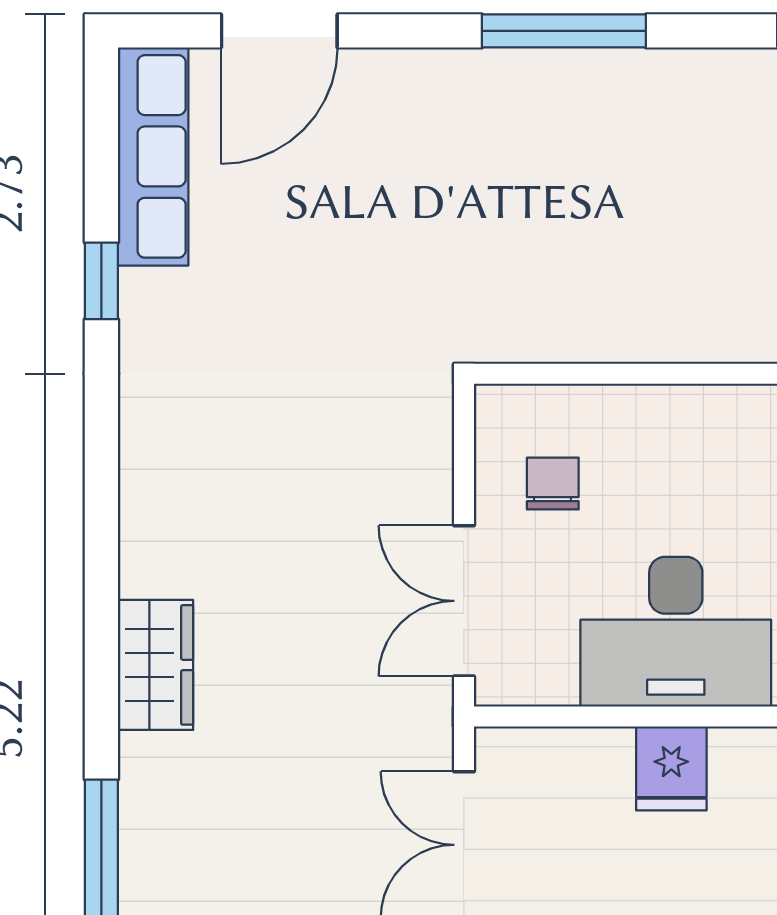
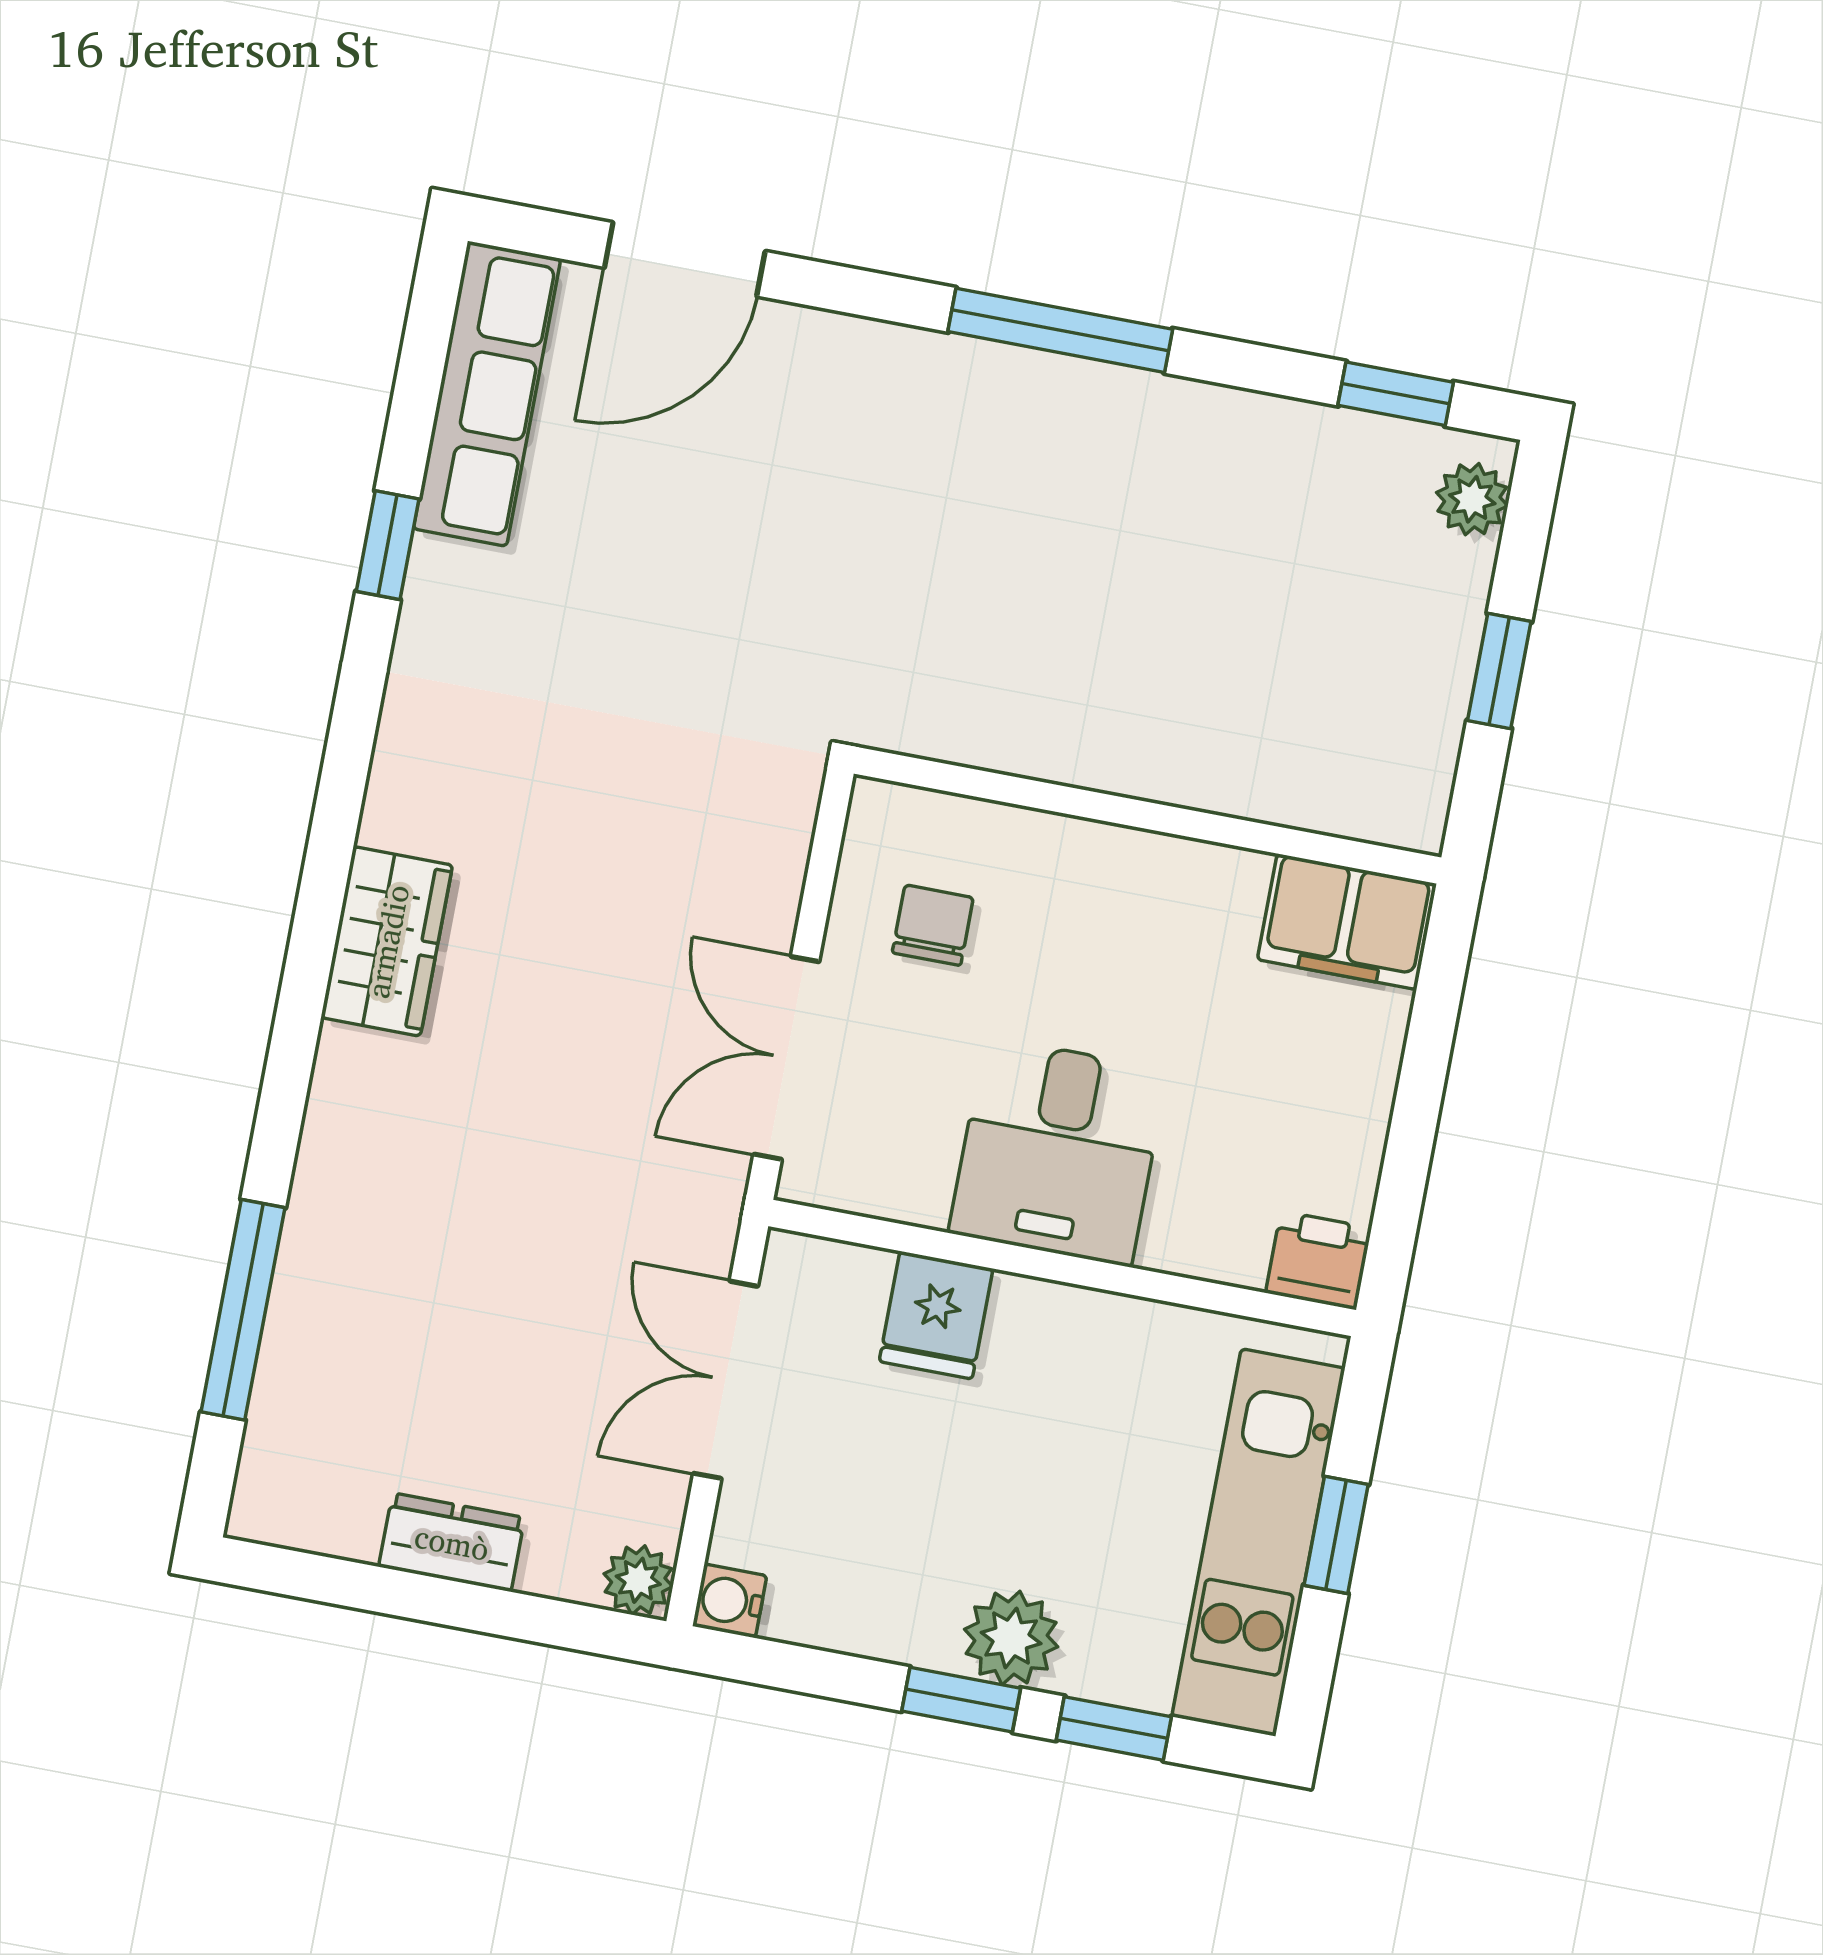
desk: (676, 632) -> (1058, 1151), width x0.73
wardrobe: (155, 665) -> (387, 941), moved
fridge: (671, 768) -> (936, 1315), moved

